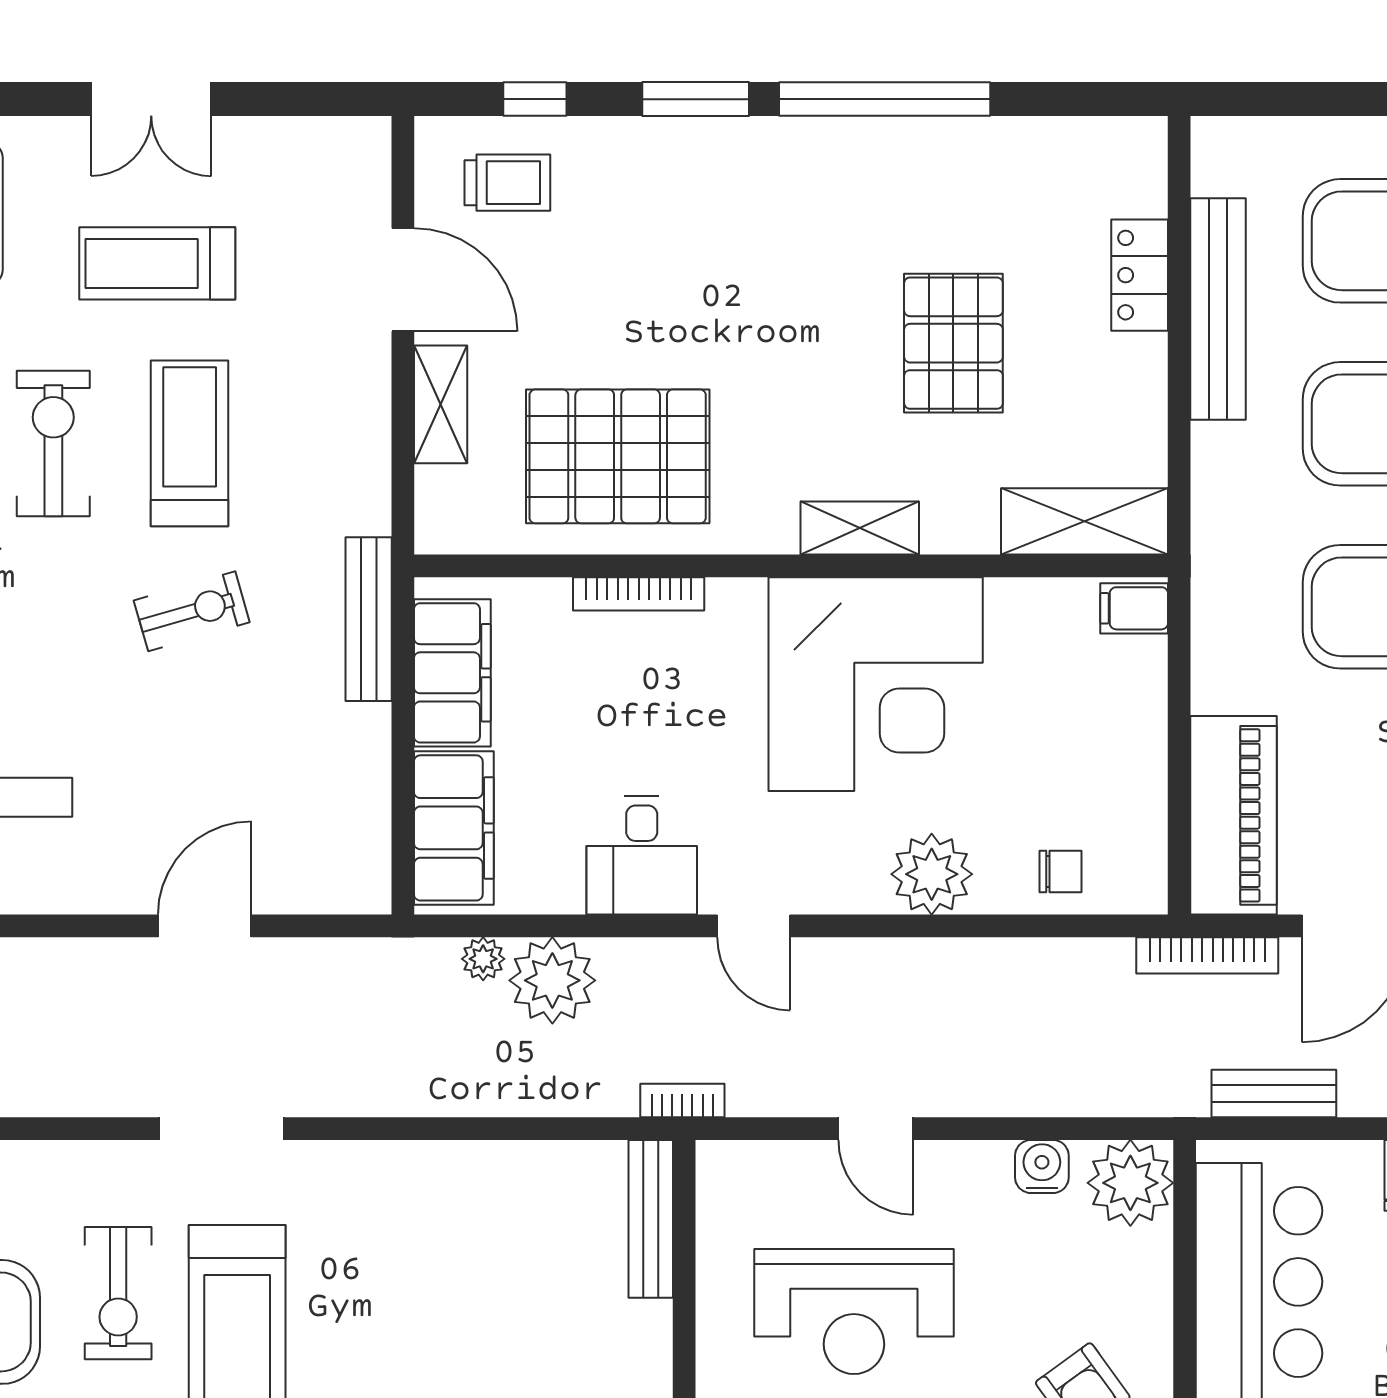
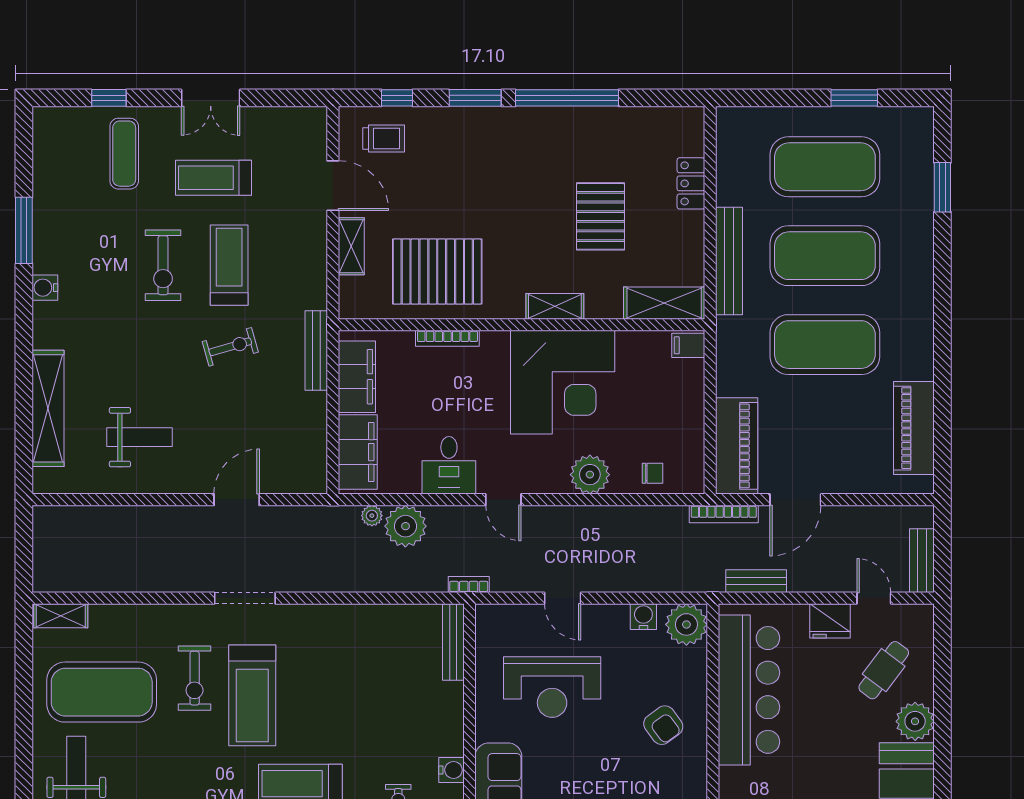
bench: (1218, 309) -> (729, 261), moved
exercise bike: (53, 443) -> (163, 265), turned 180

